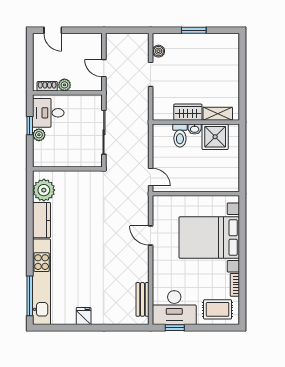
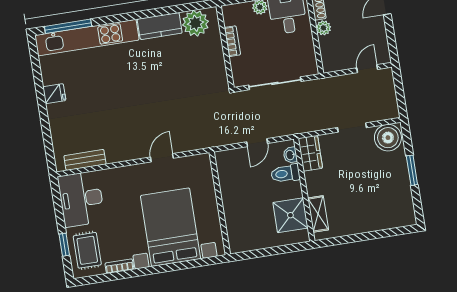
boiler: (158, 51) -> (388, 138), width x1.86, depth x1.86
door: (104, 68) -> (367, 69), moved
wardrobe: (188, 112) -> (310, 153), moved
washbasin: (195, 129) -> (290, 155), moved
bookcase: (64, 162) -> (232, 41), added
door: (151, 177) -> (257, 143), moved
window: (175, 328) -> (64, 245), moved

